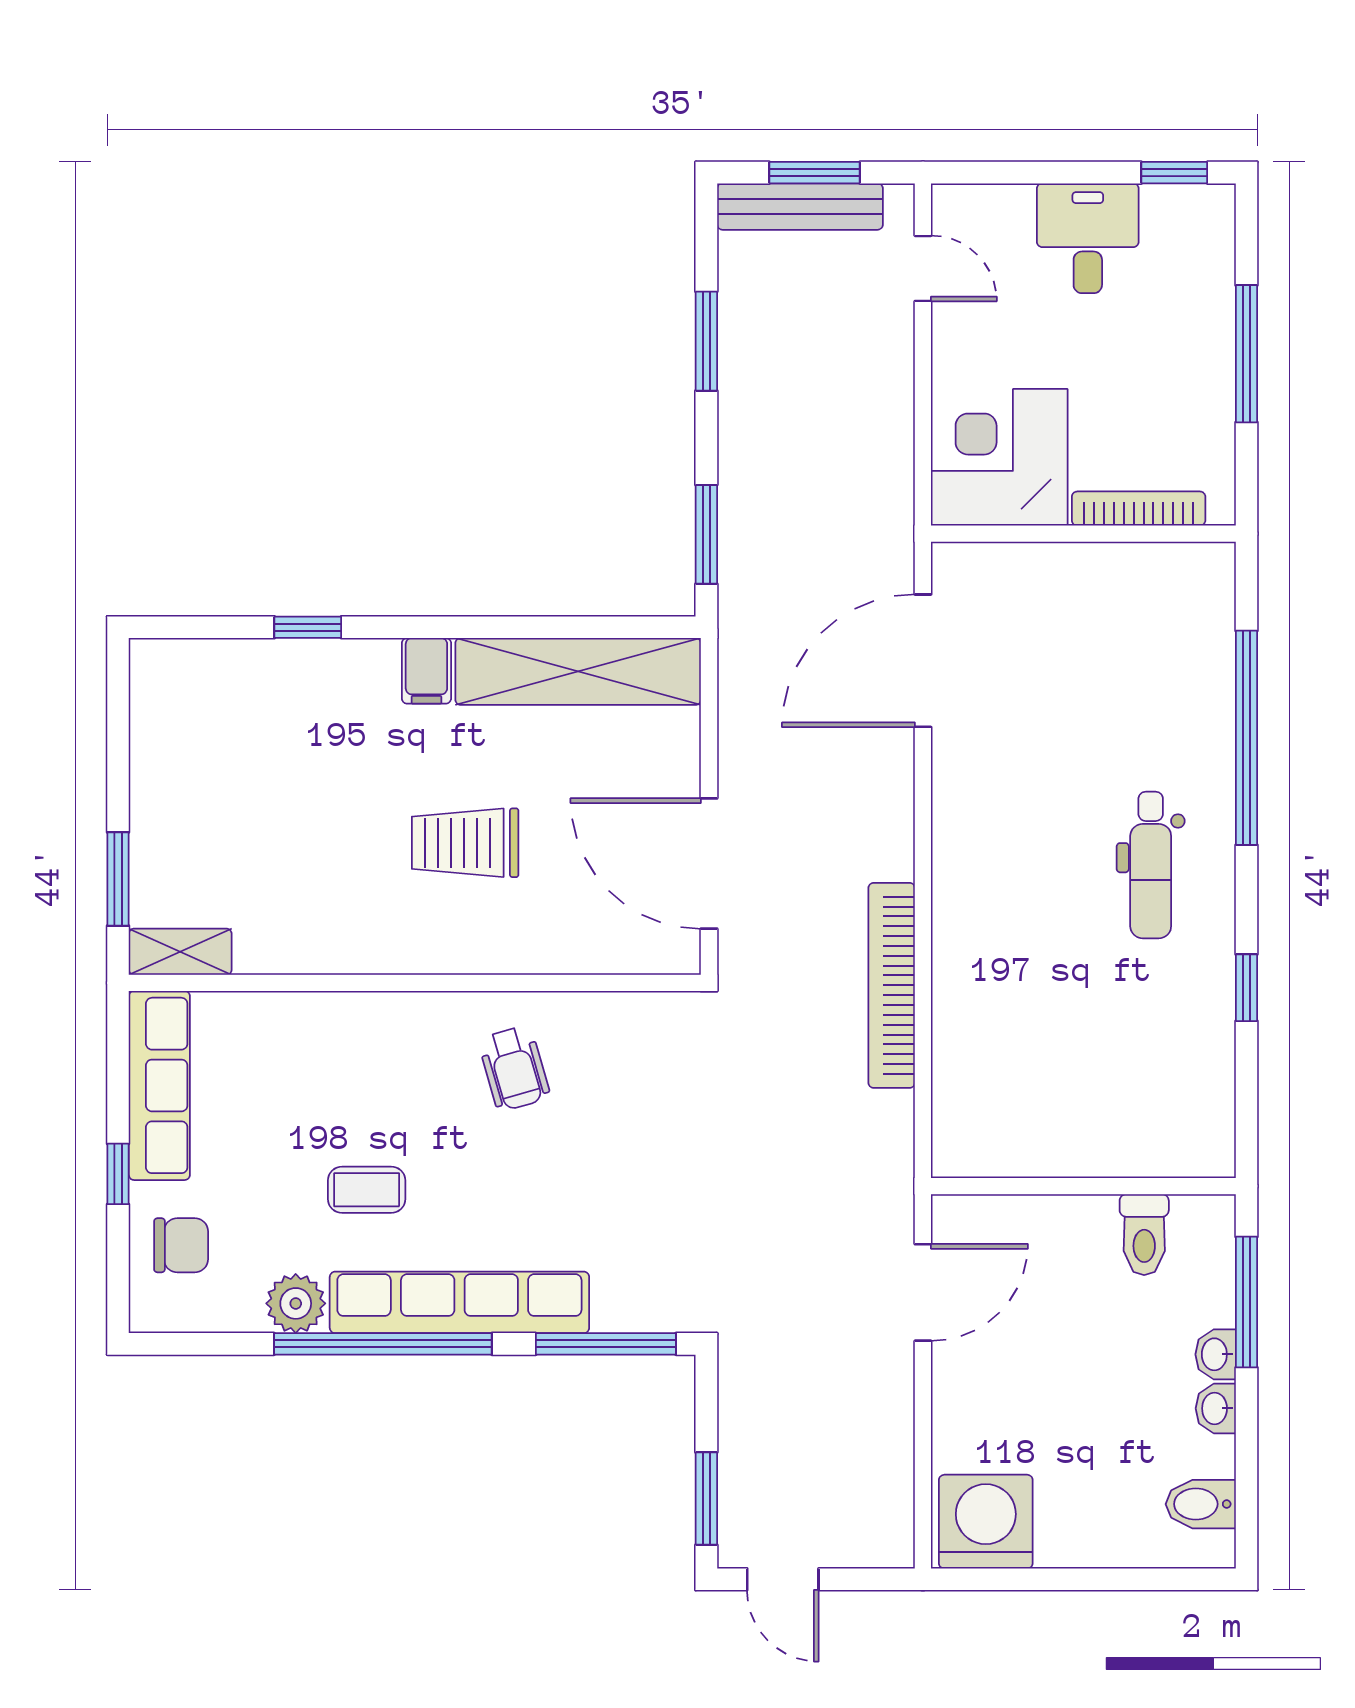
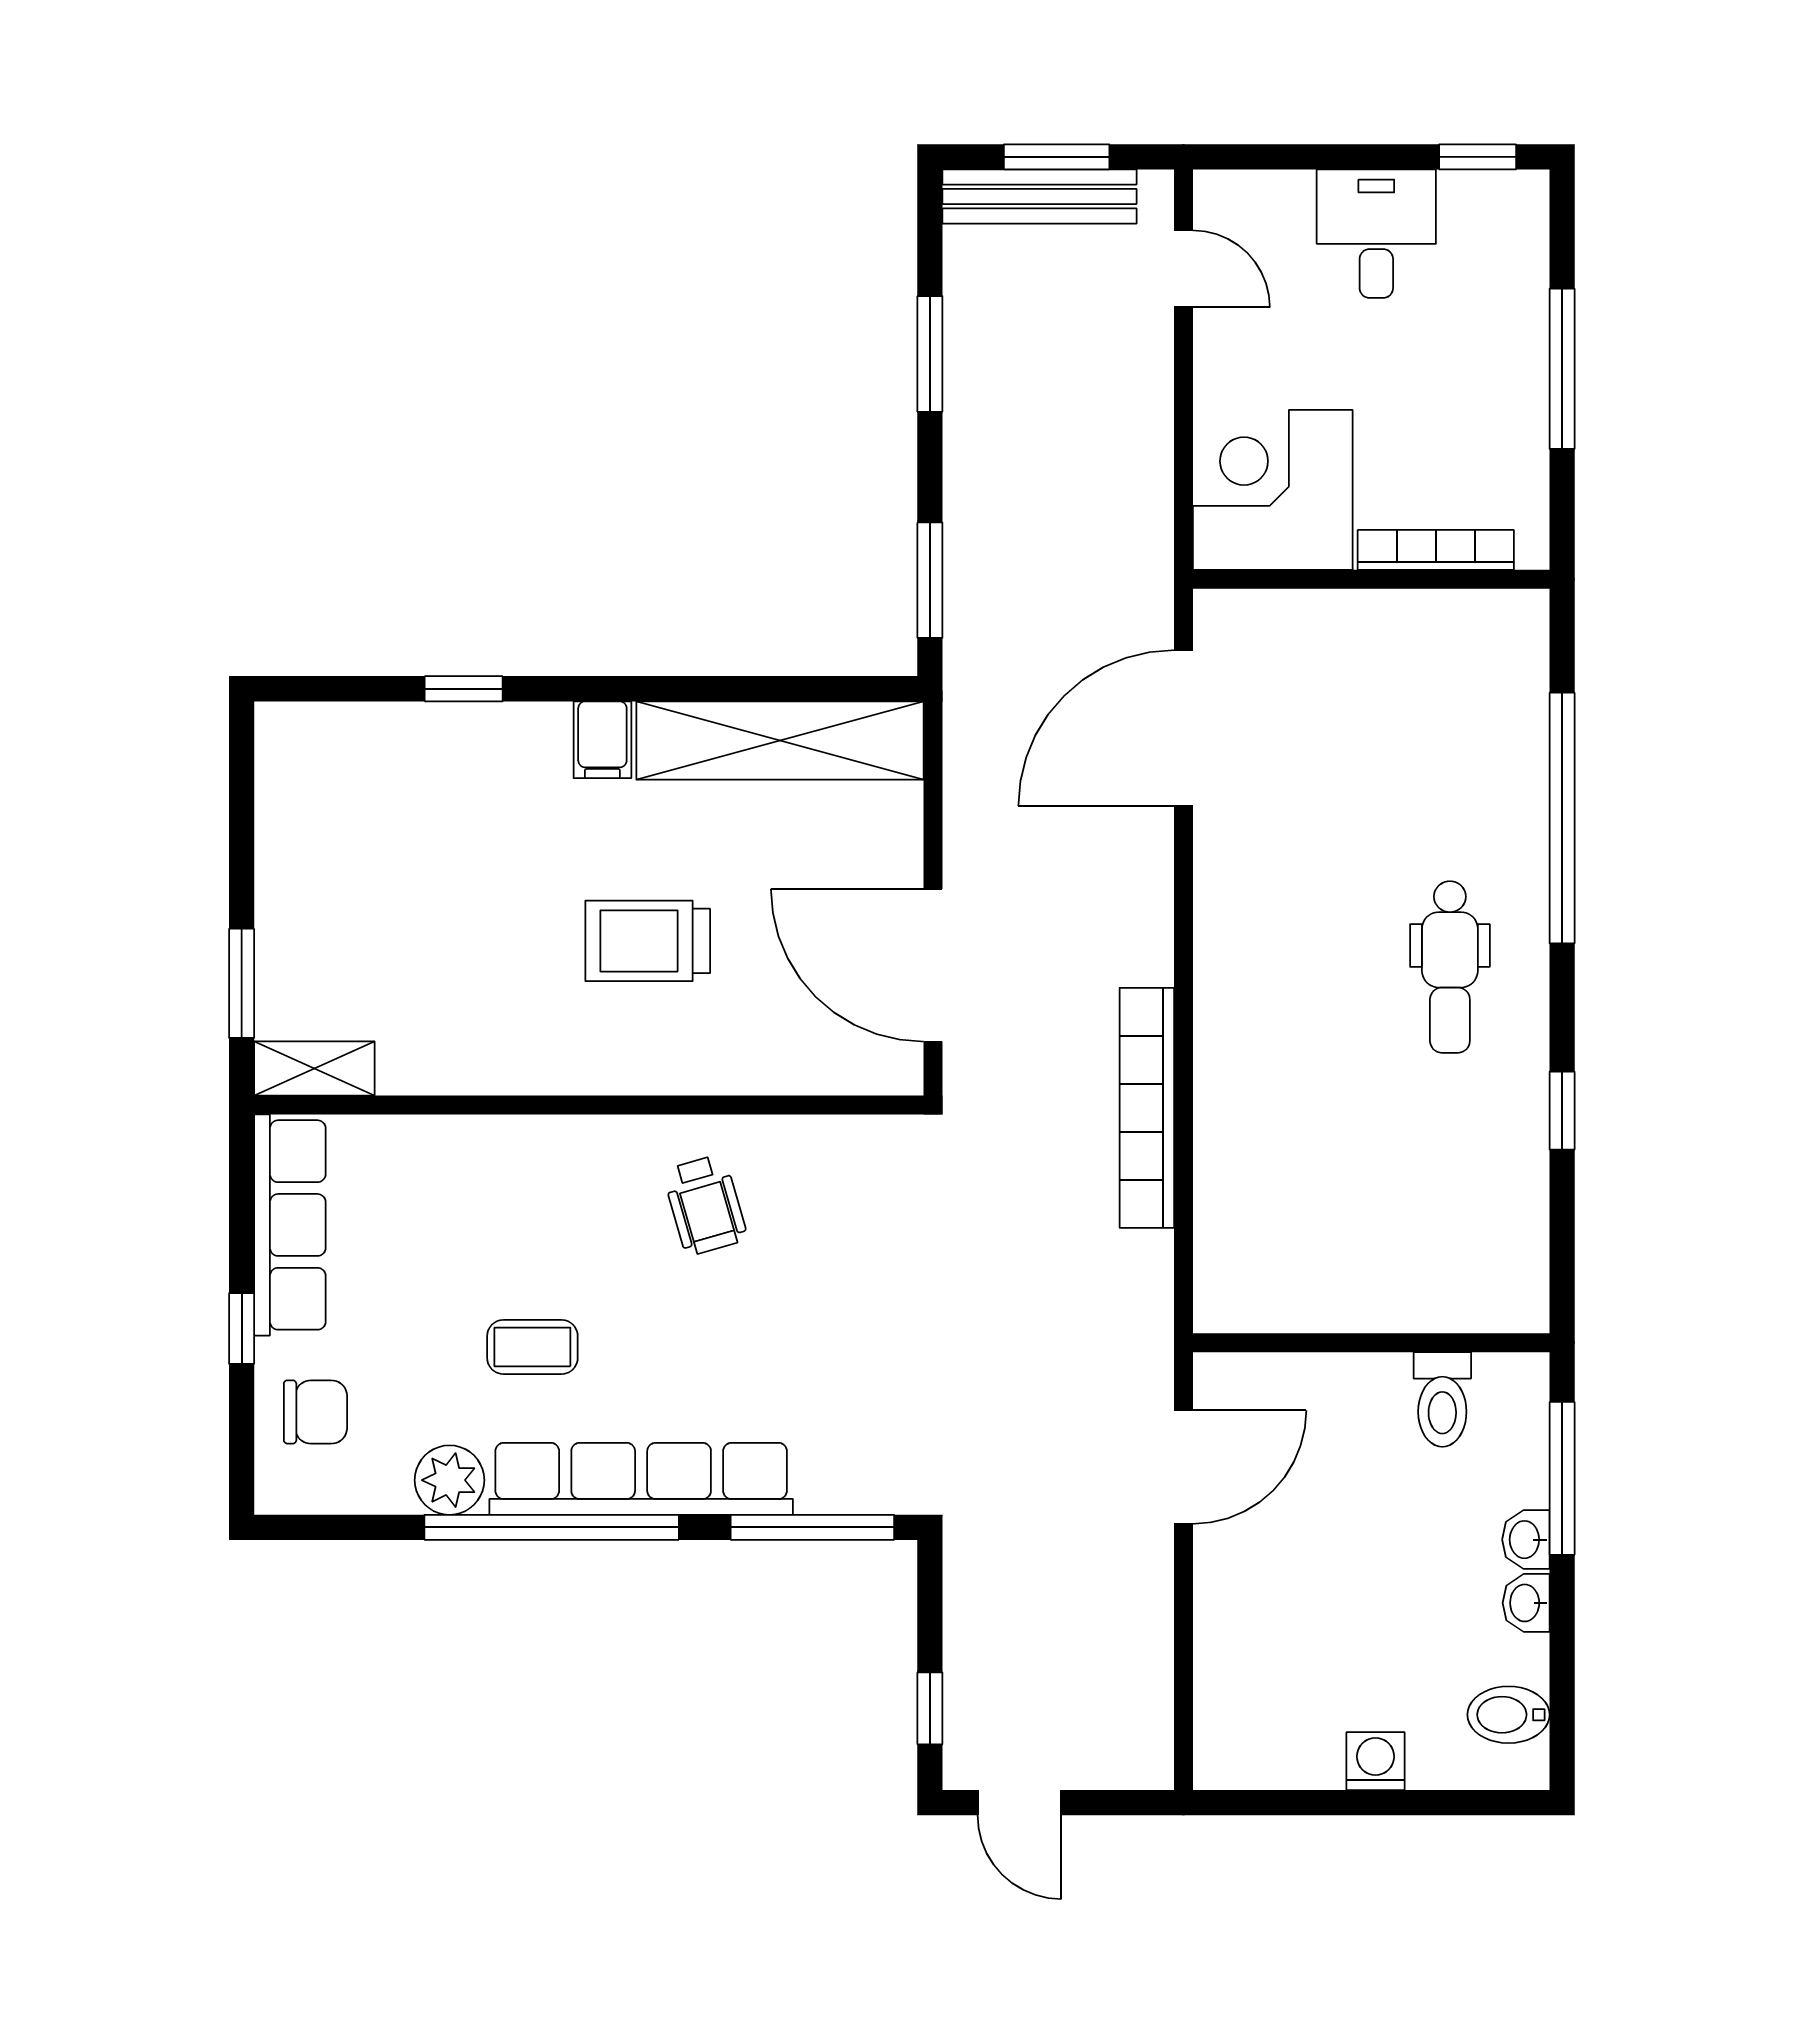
window: (706, 1499) -> (930, 1708), width x0.67
washing machine: (986, 1522) -> (1375, 1761), moved, width x0.53, depth x0.53

